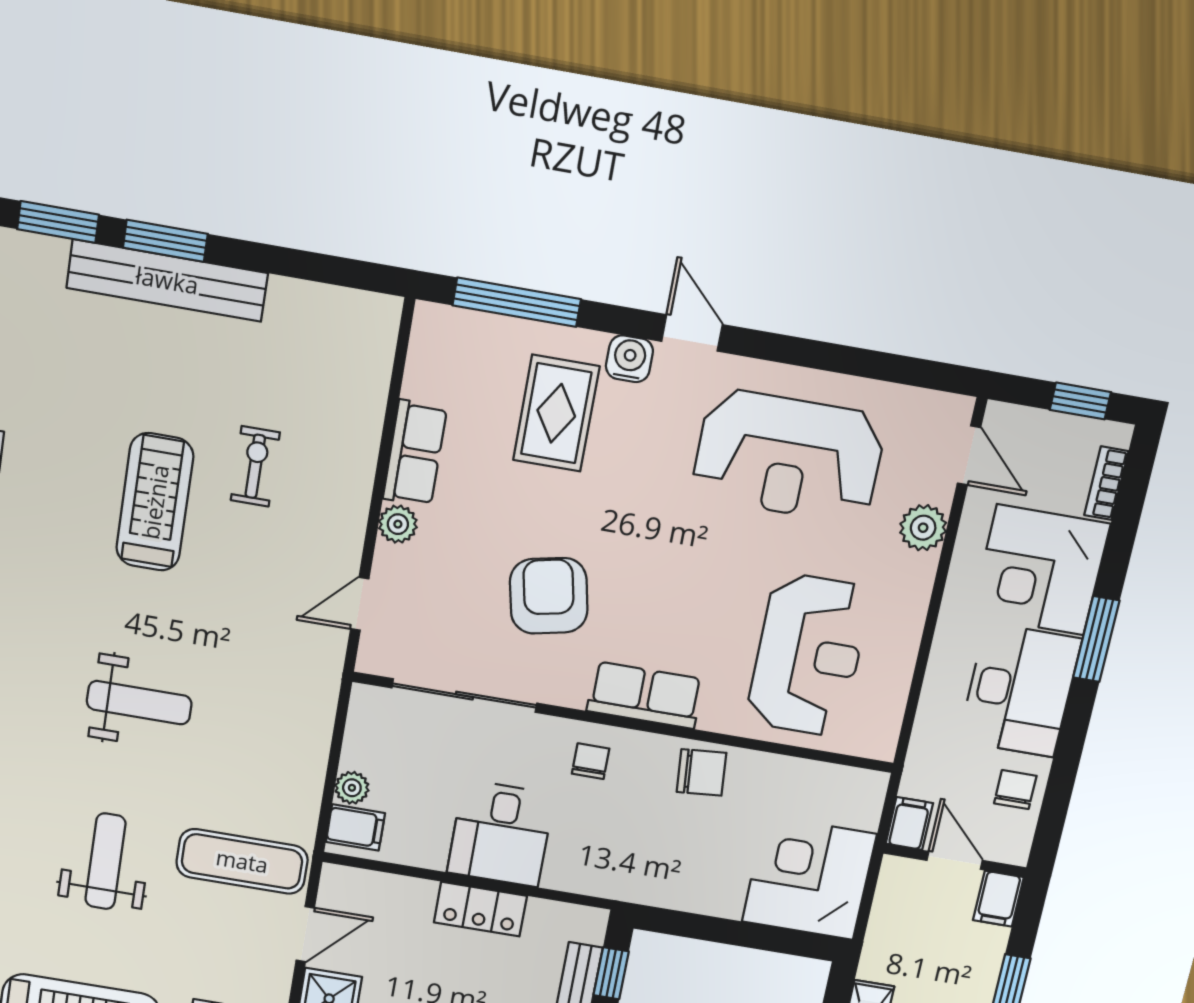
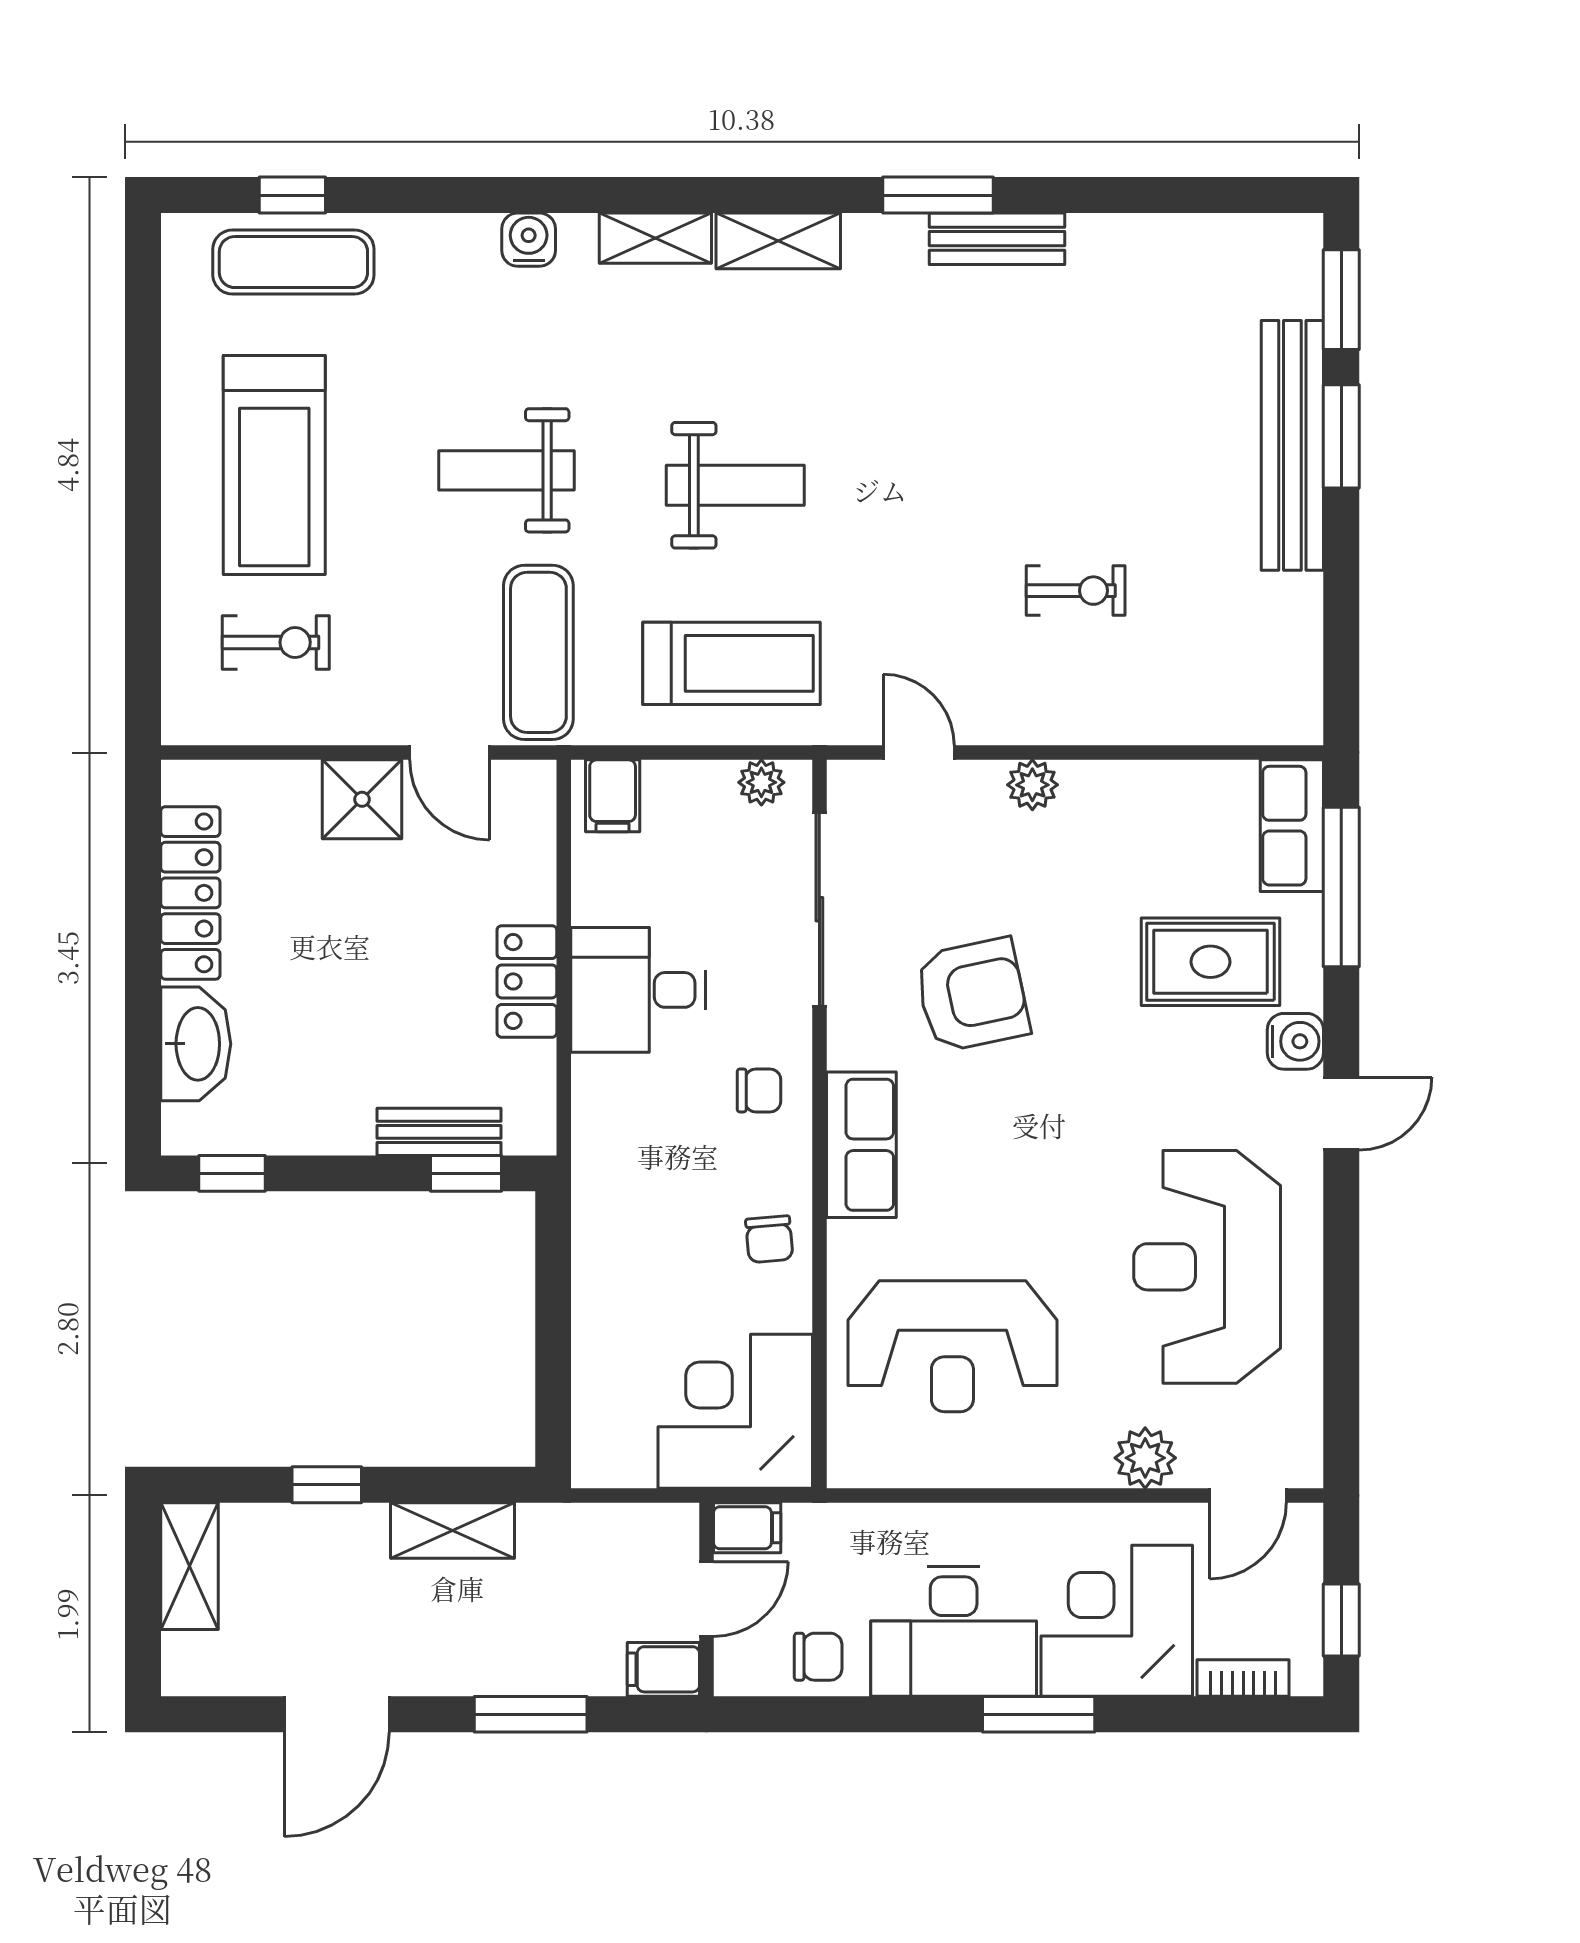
row of seats: (415, 453) -> (1292, 826), moved, turned 90
treadmill: (155, 502) -> (731, 663), moved
weight bench: (139, 703) -> (735, 485), turned -90
chair: (701, 772) -> (769, 1239), width x0.73, depth x0.73
plant: (352, 788) -> (761, 782), moved
weight bench: (105, 861) -> (507, 470), turned 180
corner desk: (809, 878) -> (735, 1411), moved, turned -90

